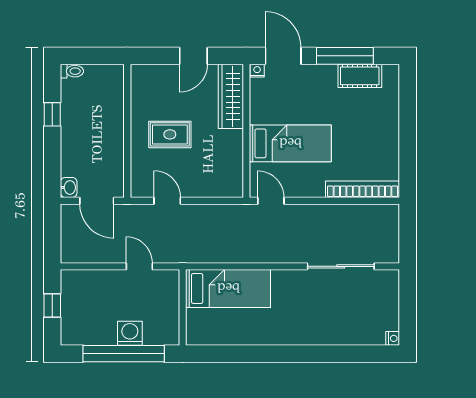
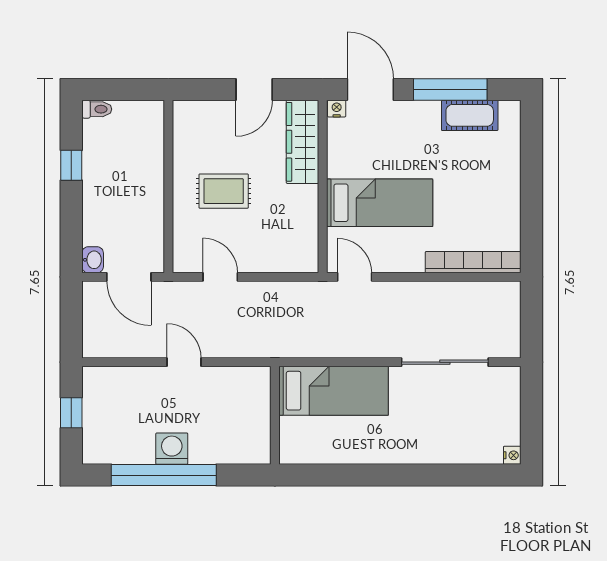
bed: (228, 288) -> (334, 391), moved
wall: (183, 307) -> (275, 415), moved

